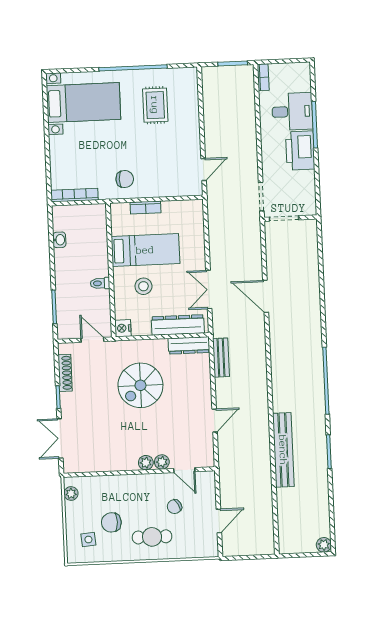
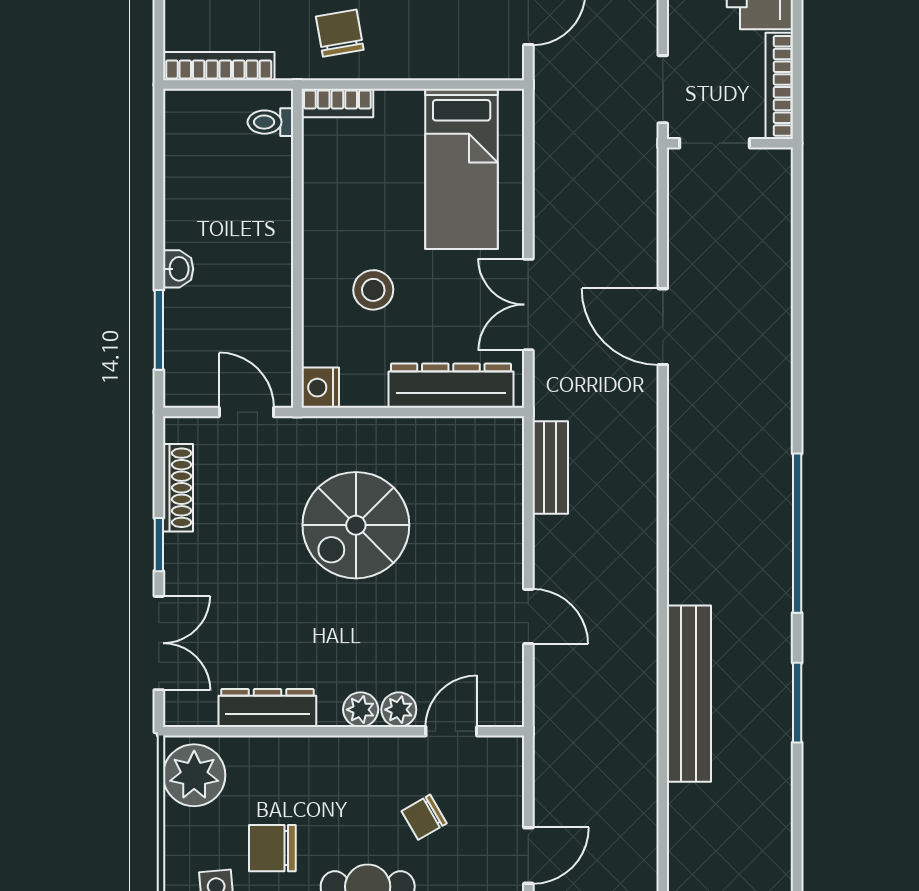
chair: (125, 179) -> (340, 33), turned -100
bookcase: (310, 193) -> (779, 86), added
bookcase: (145, 208) -> (337, 103), moved
washbasin: (59, 240) -> (178, 269), moved
bed: (145, 250) -> (462, 169), moved, turned 90
toilet: (100, 283) -> (270, 122), moved
dresser: (189, 345) -> (267, 708), moved, turned 180
door: (215, 420) -> (528, 616), hinge flipped
double door: (60, 438) -> (159, 643), swing flipped
door: (184, 470) -> (451, 731), swing flipped
plant: (71, 494) -> (194, 775), width x1.87, depth x1.87

